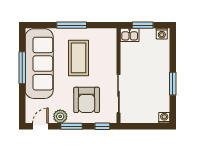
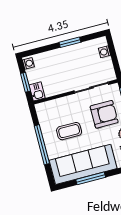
window: (72, 25) -> (42, 145), width x1.46
coffee table: (79, 58) -> (69, 131), width x0.73, depth x0.76
washing machine: (164, 118) -> (105, 52), moved

